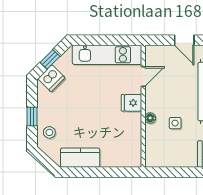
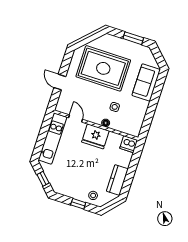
door: (184, 40) -> (60, 82), swing flipped
dishwasher: (51, 78) -> (129, 144), moved, turned 135
fridge: (131, 103) -> (95, 136), width x1.88, depth x1.34

